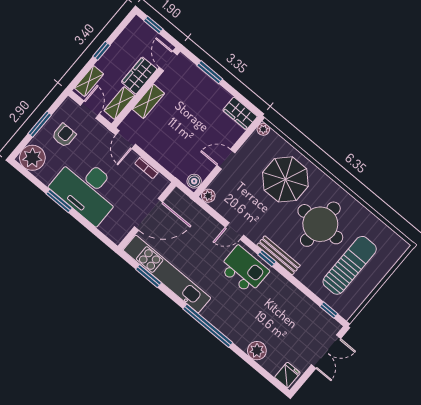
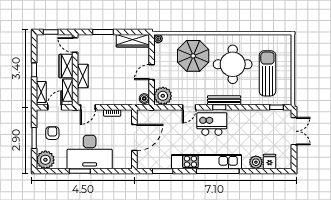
door: (90, 110) -> (55, 107), hinge flipped
wardrobe: (240, 113) -> (133, 41), width x1.50
door: (125, 140) -> (88, 107), hinge flipped
plant: (208, 196) -> (163, 96), width x1.88, depth x1.88
kitchen unit: (167, 274) -> (206, 162), moved
fridge: (287, 375) -> (270, 162), moved

